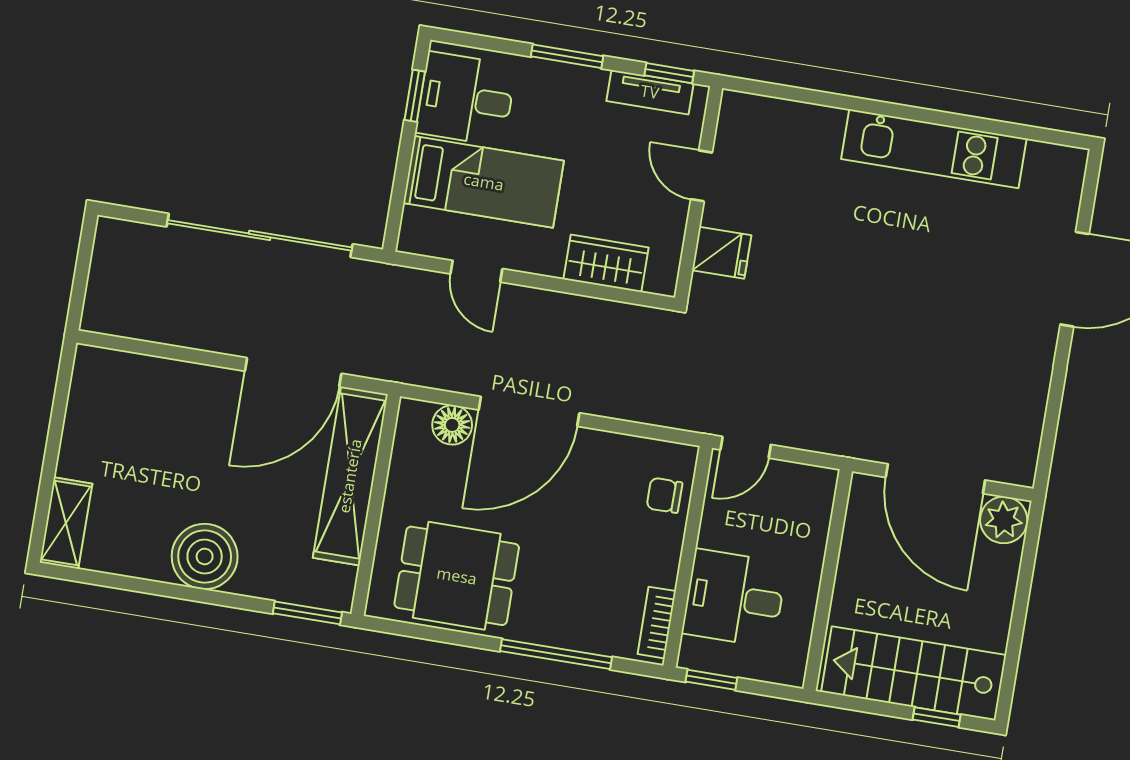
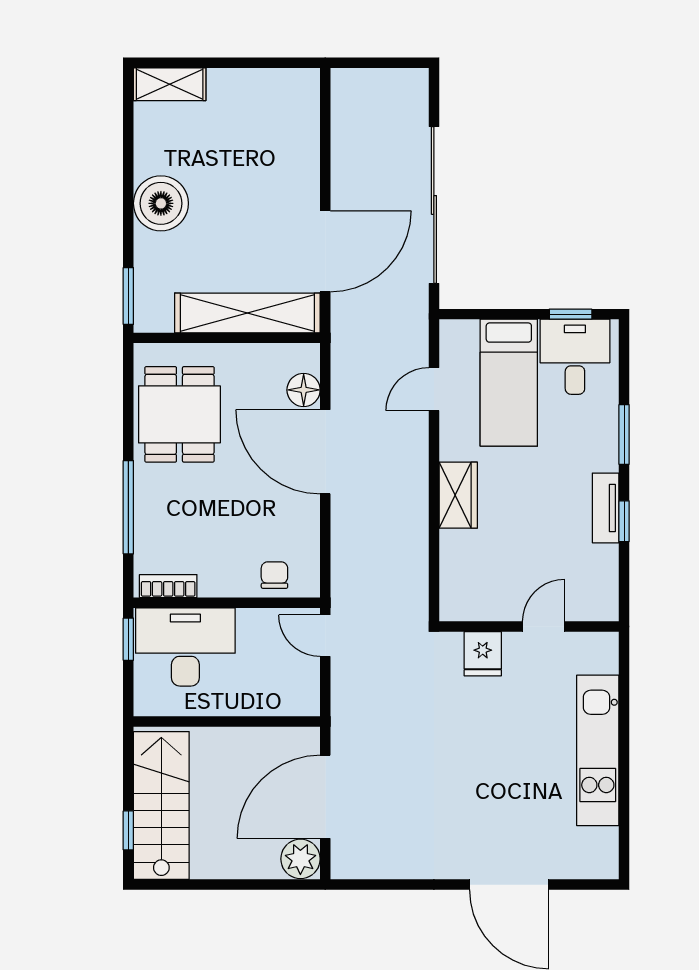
door: (701, 176) -> (544, 626), moved
wall: (699, 193) -> (529, 626), moved
fridge: (722, 253) -> (483, 654), moved
door: (293, 372) -> (325, 251), swing flipped
desk: (734, 598) -> (185, 647), width x1.37

